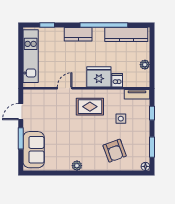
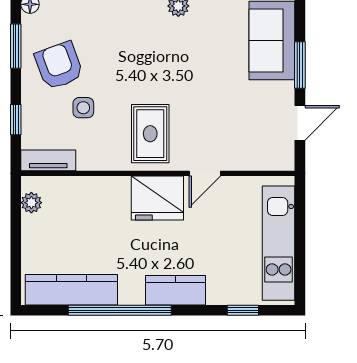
plant: (145, 65) -> (31, 203), moved
fridge: (99, 77) -> (157, 198), moved
dishwasher: (117, 80) -> (91, 191), removed
rug: (90, 107) -> (150, 134), turned 90
armchair: (115, 151) -> (59, 66), moved

